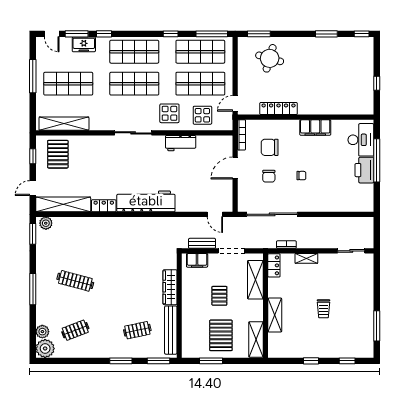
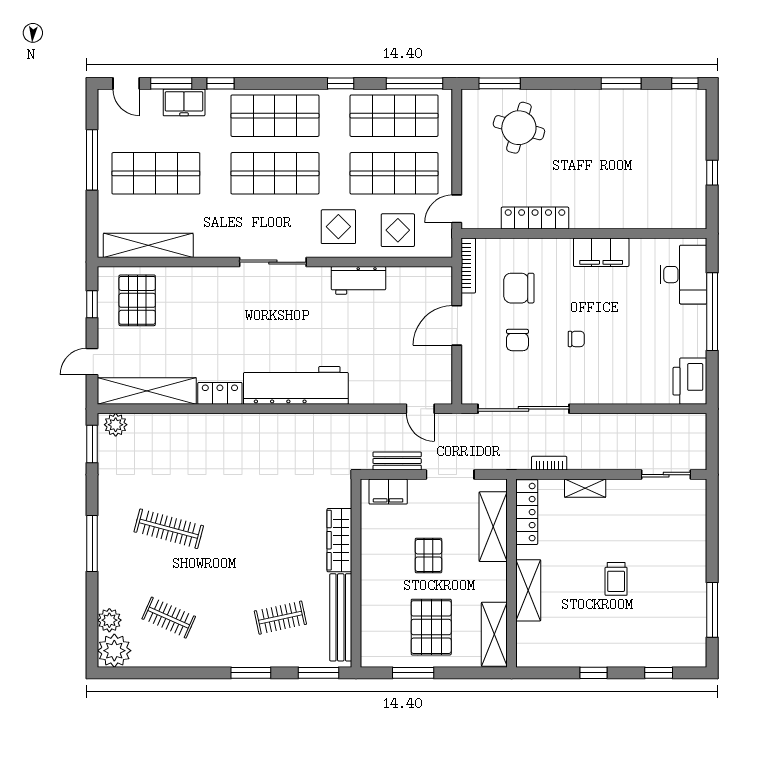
printer: (364, 170) -> (690, 381), moved
locker: (274, 265) -> (527, 512), width x1.53
clothes rail: (75, 330) -> (169, 618), turned 45

